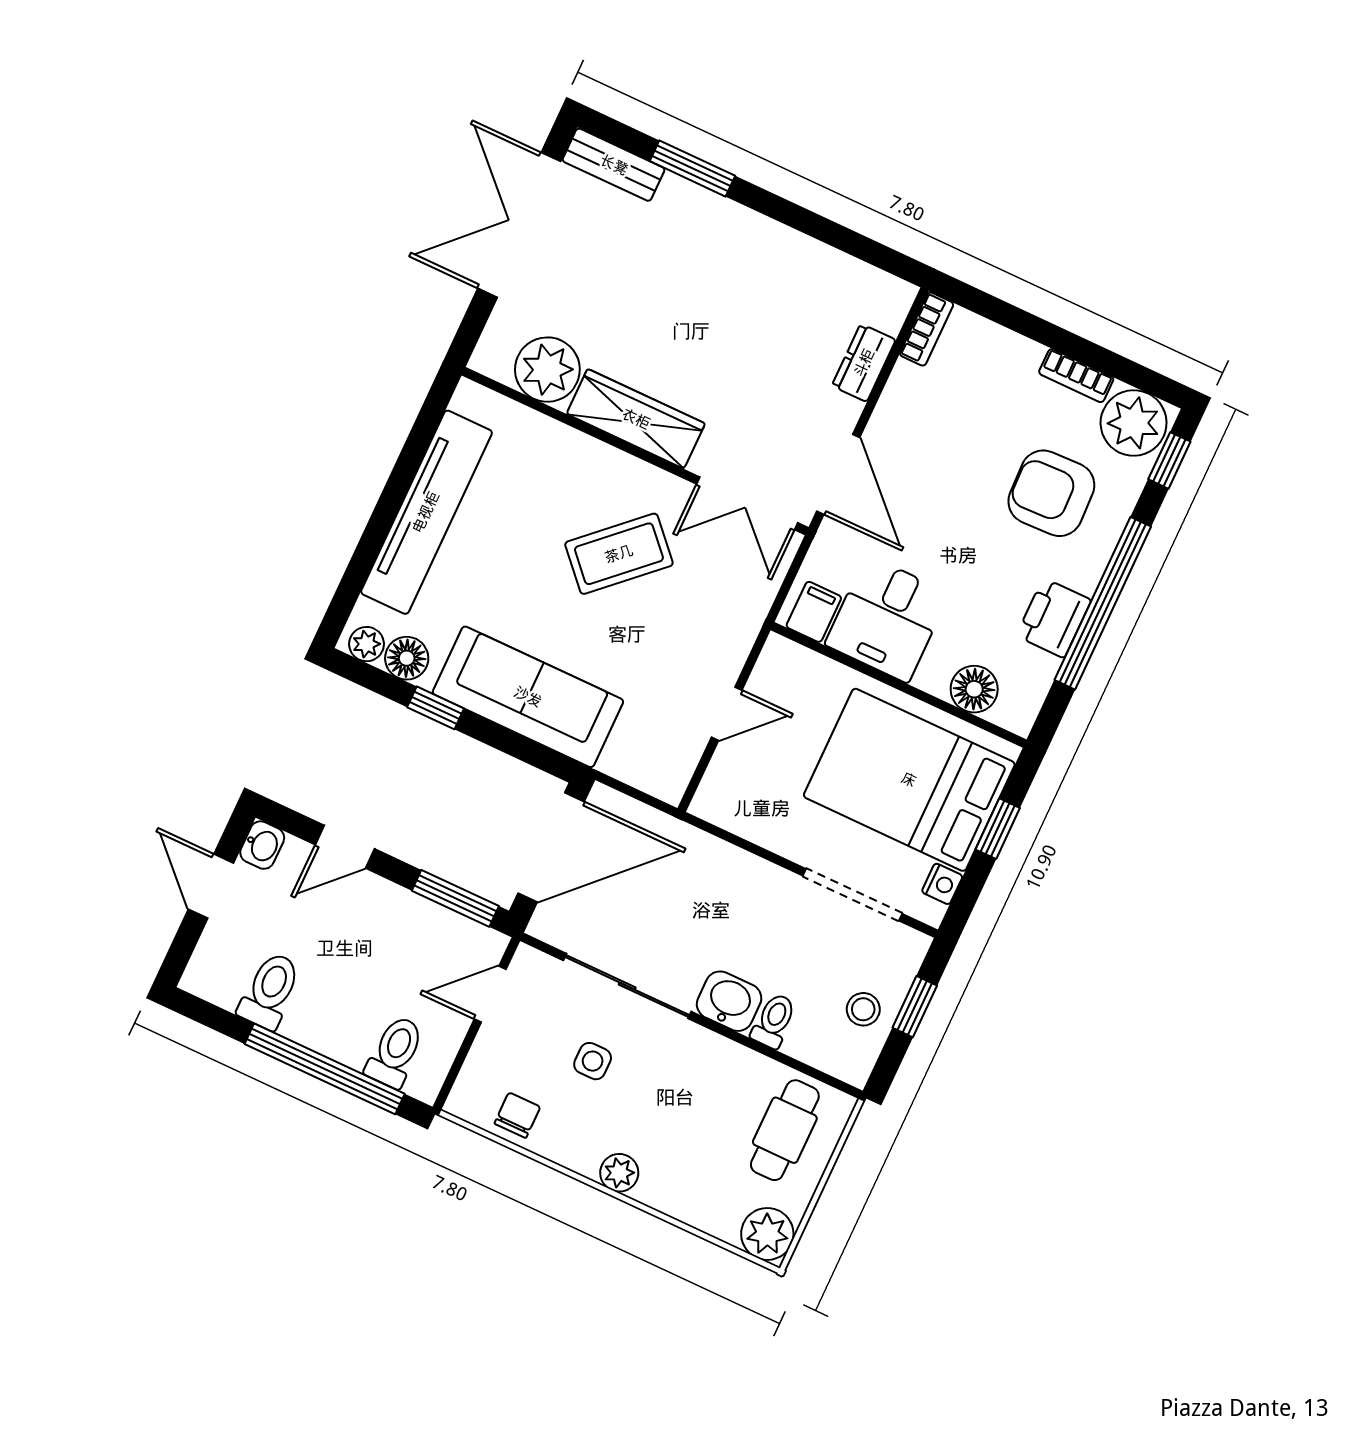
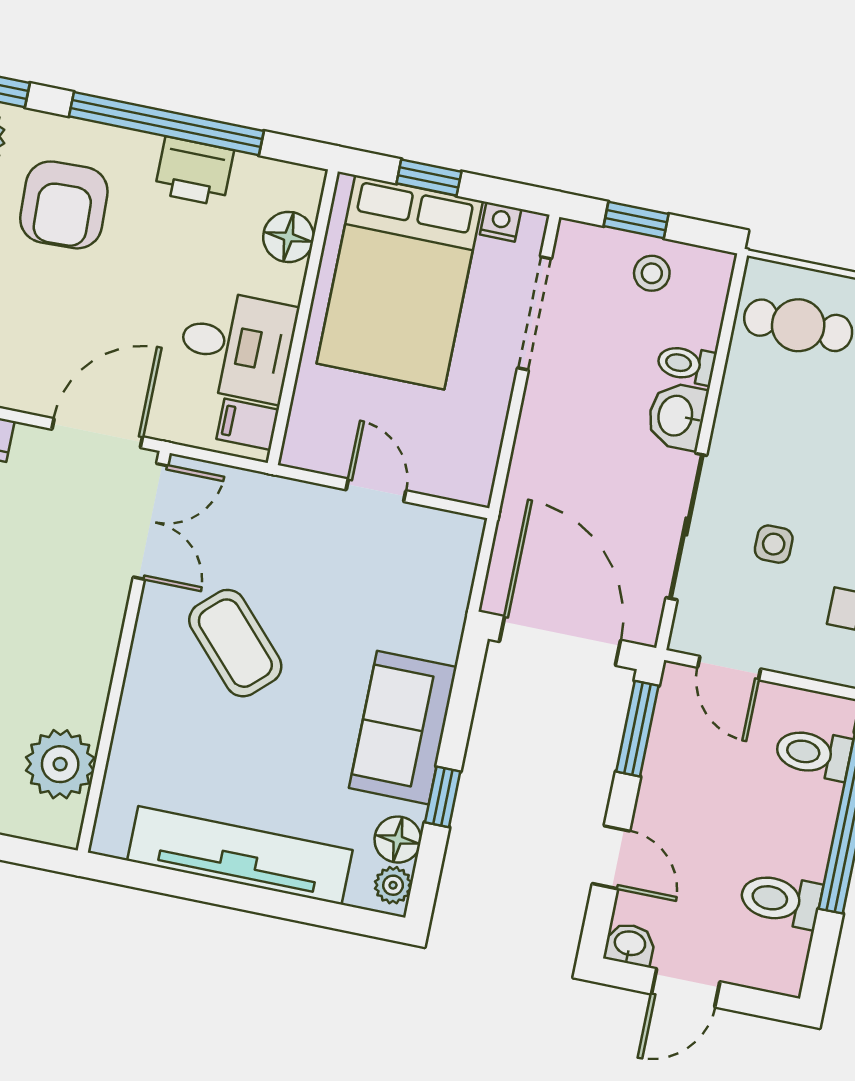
wardrobe: (636, 419) -> (90, 659), removed
sofa: (528, 697) -> (403, 728), width x0.73

